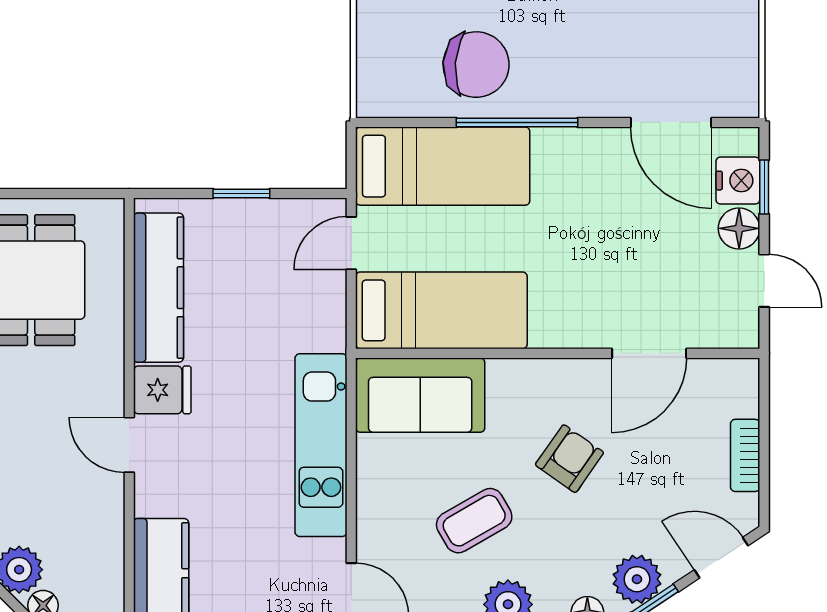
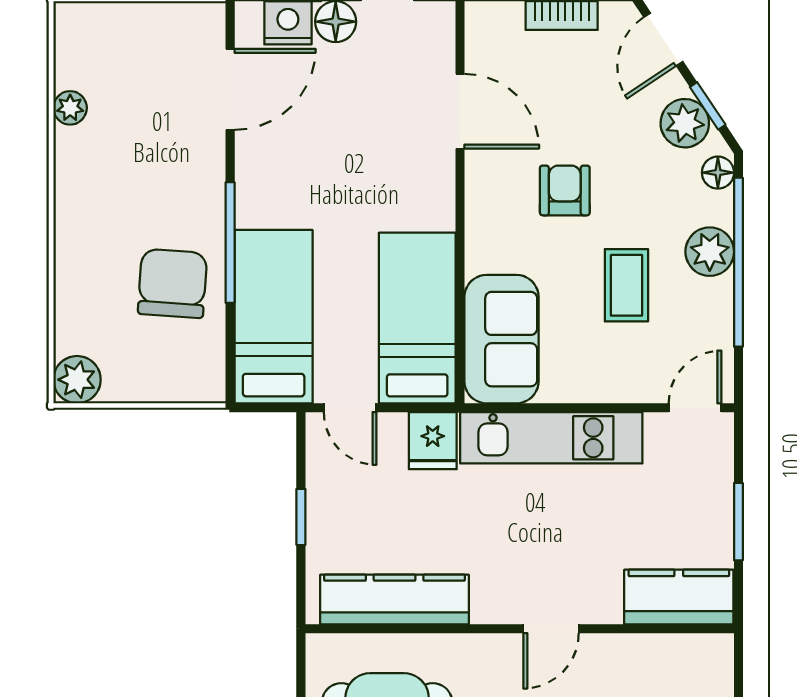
fridge: (162, 390) -> (433, 441), moved, turned 180
armchair: (569, 459) -> (565, 190), turned 55
coffee table: (474, 521) -> (626, 285), turned 30

